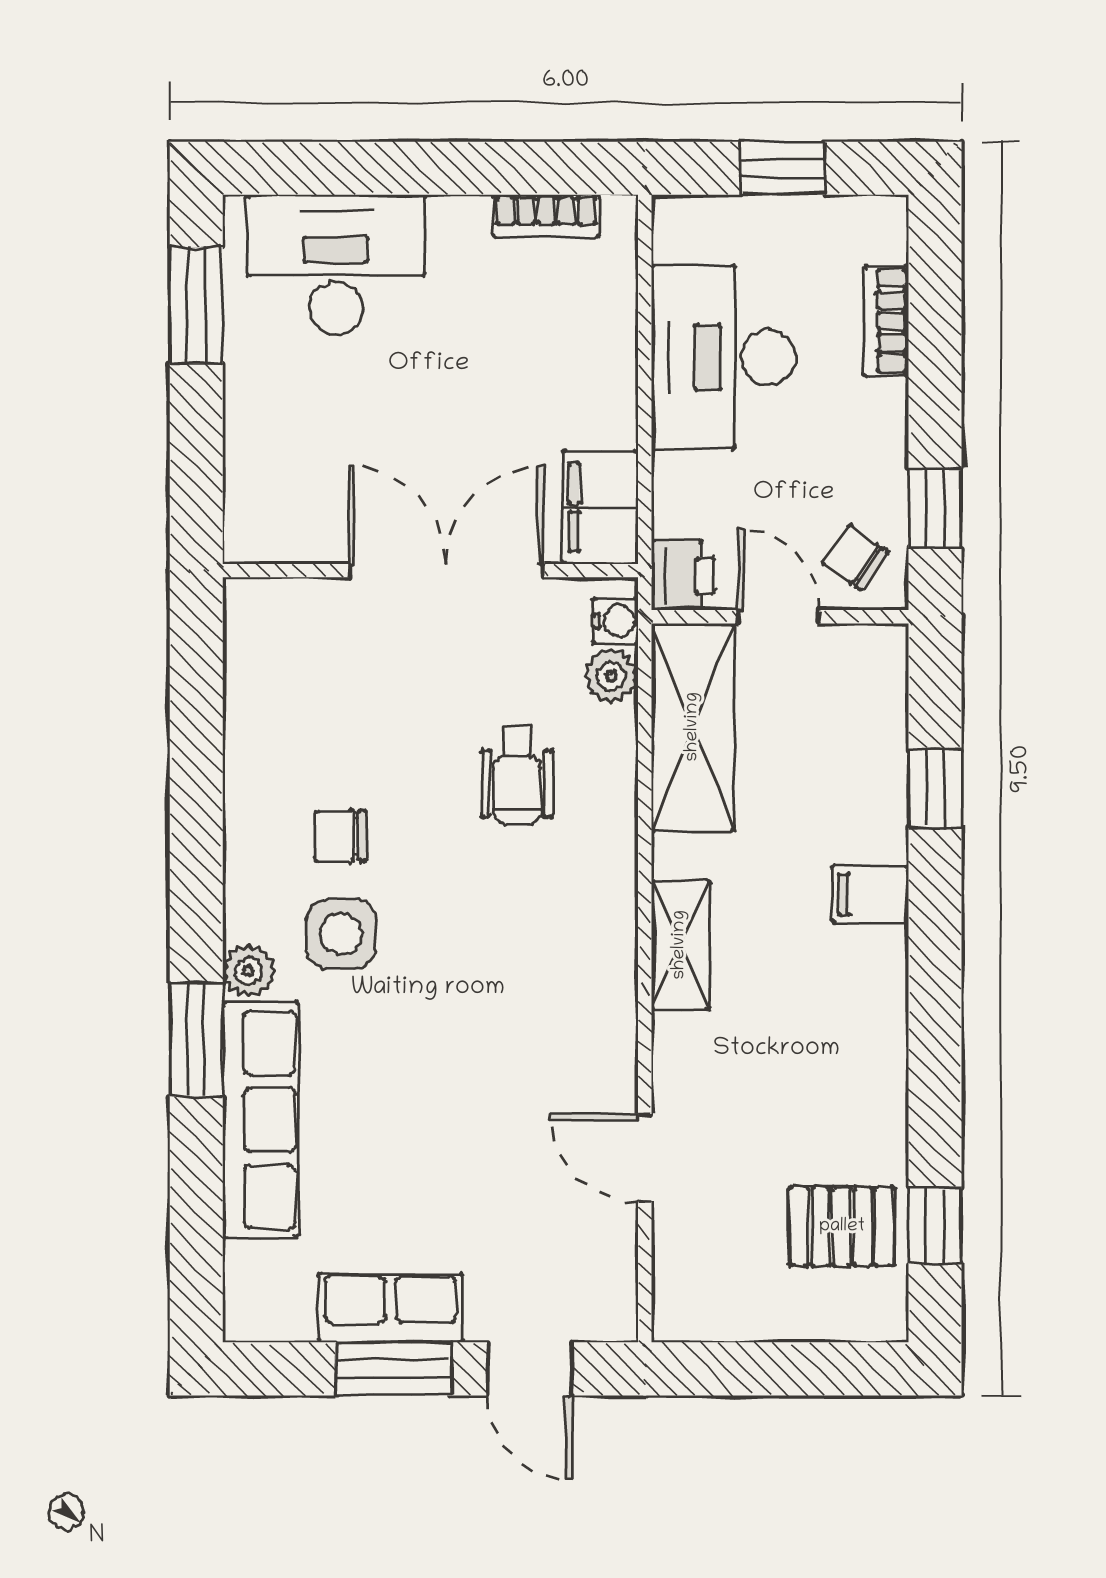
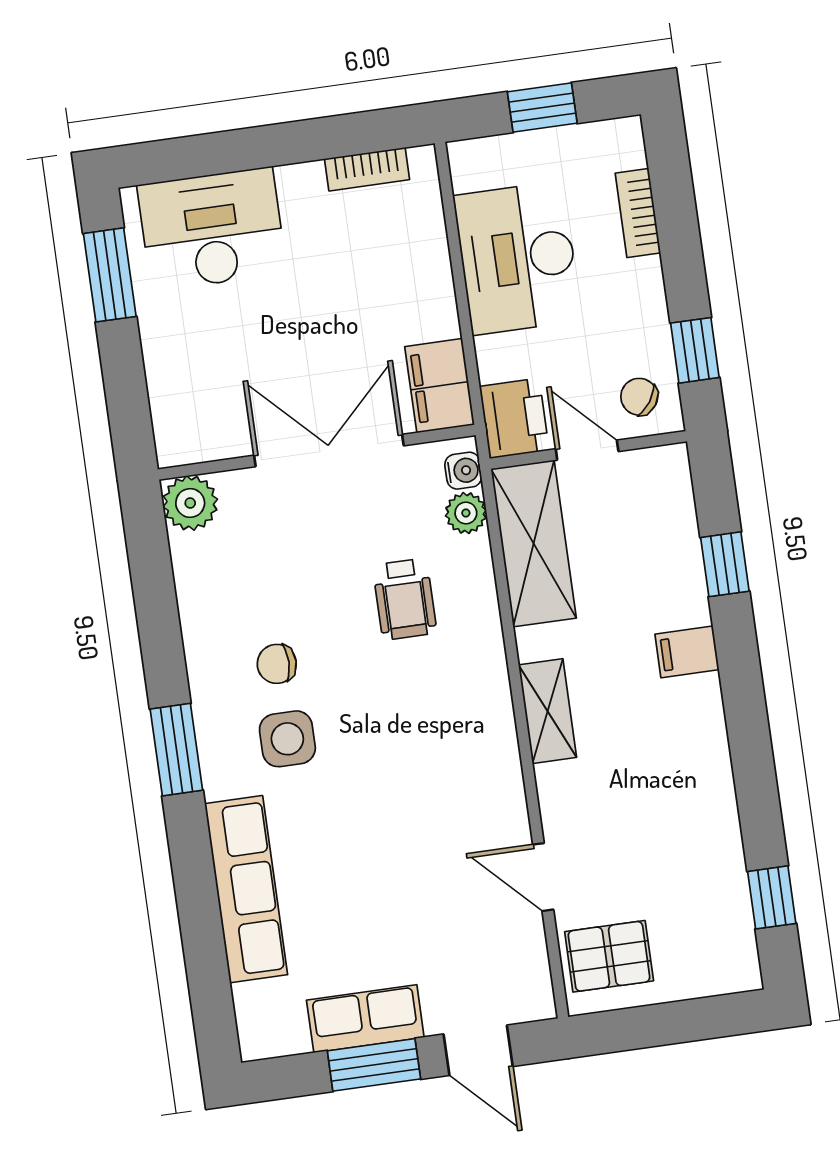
printer: (683, 575) -> (514, 418), width x1.36, depth x1.24
plant: (249, 971) -> (190, 503), moved, width x1.38, depth x1.38
window: (196, 1040) -> (176, 750), moved
pallet: (842, 1227) -> (609, 956), moved

